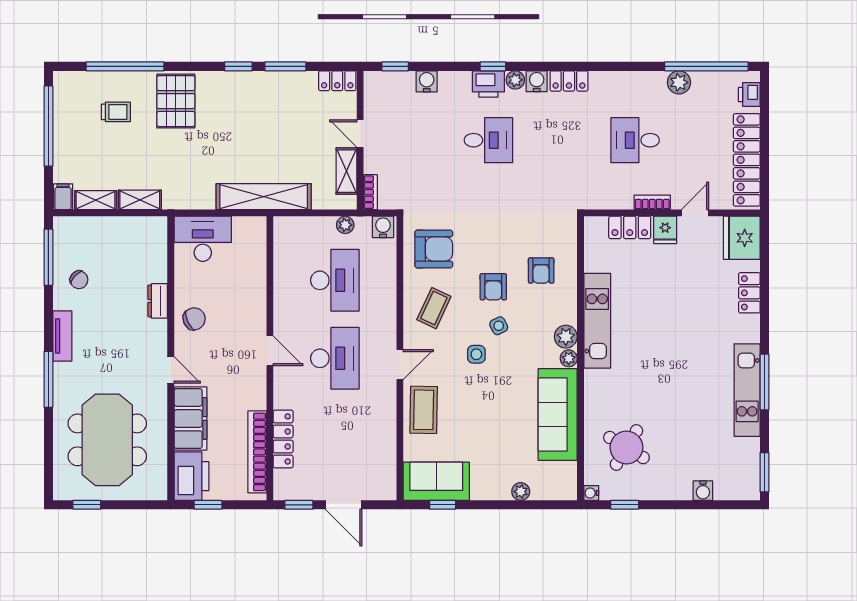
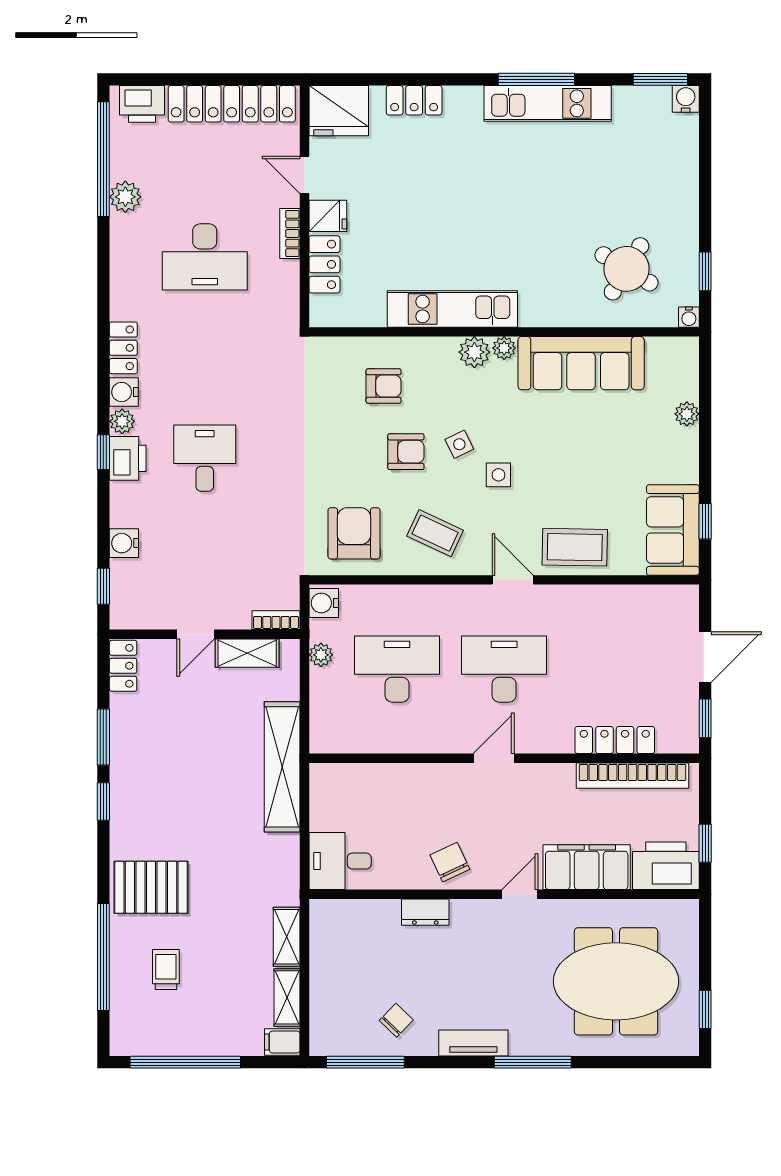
printer: (749, 95) -> (142, 104), width x1.36, depth x1.24
desk: (635, 140) -> (205, 257), width x1.37
desk: (203, 239) -> (340, 861), width x0.73
water cooler: (703, 491) -> (686, 99), moved, turned -90

